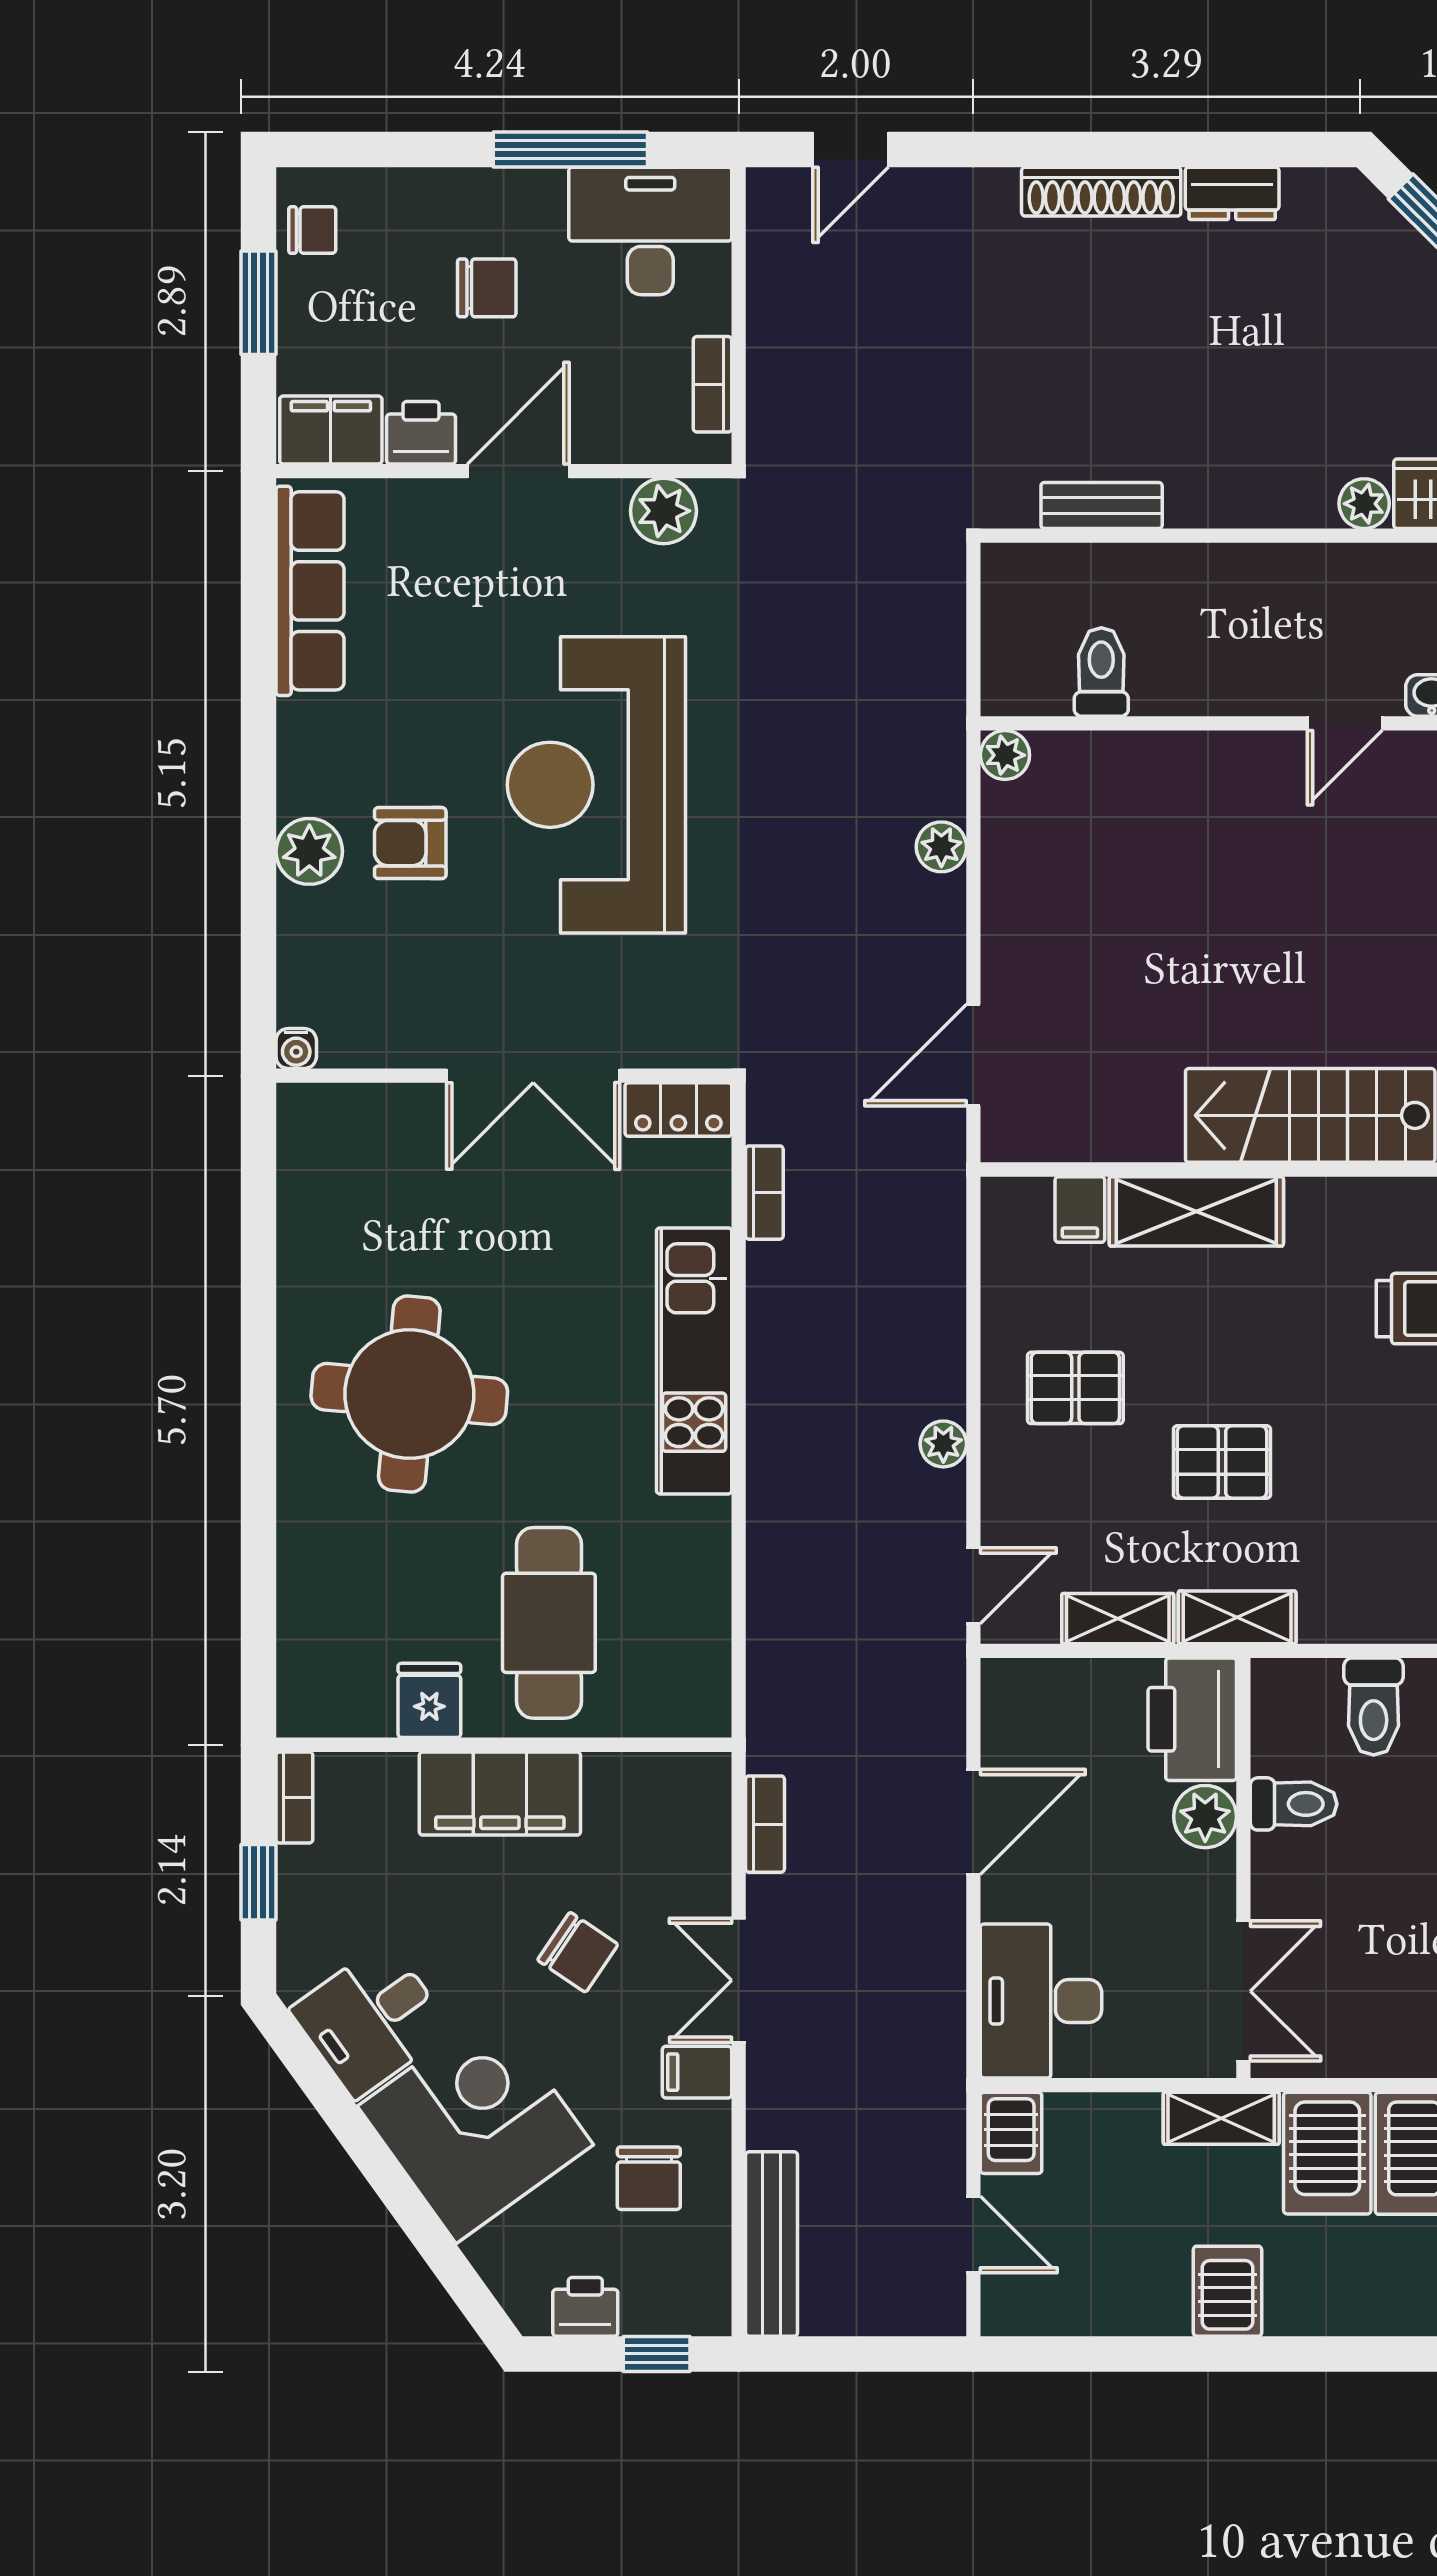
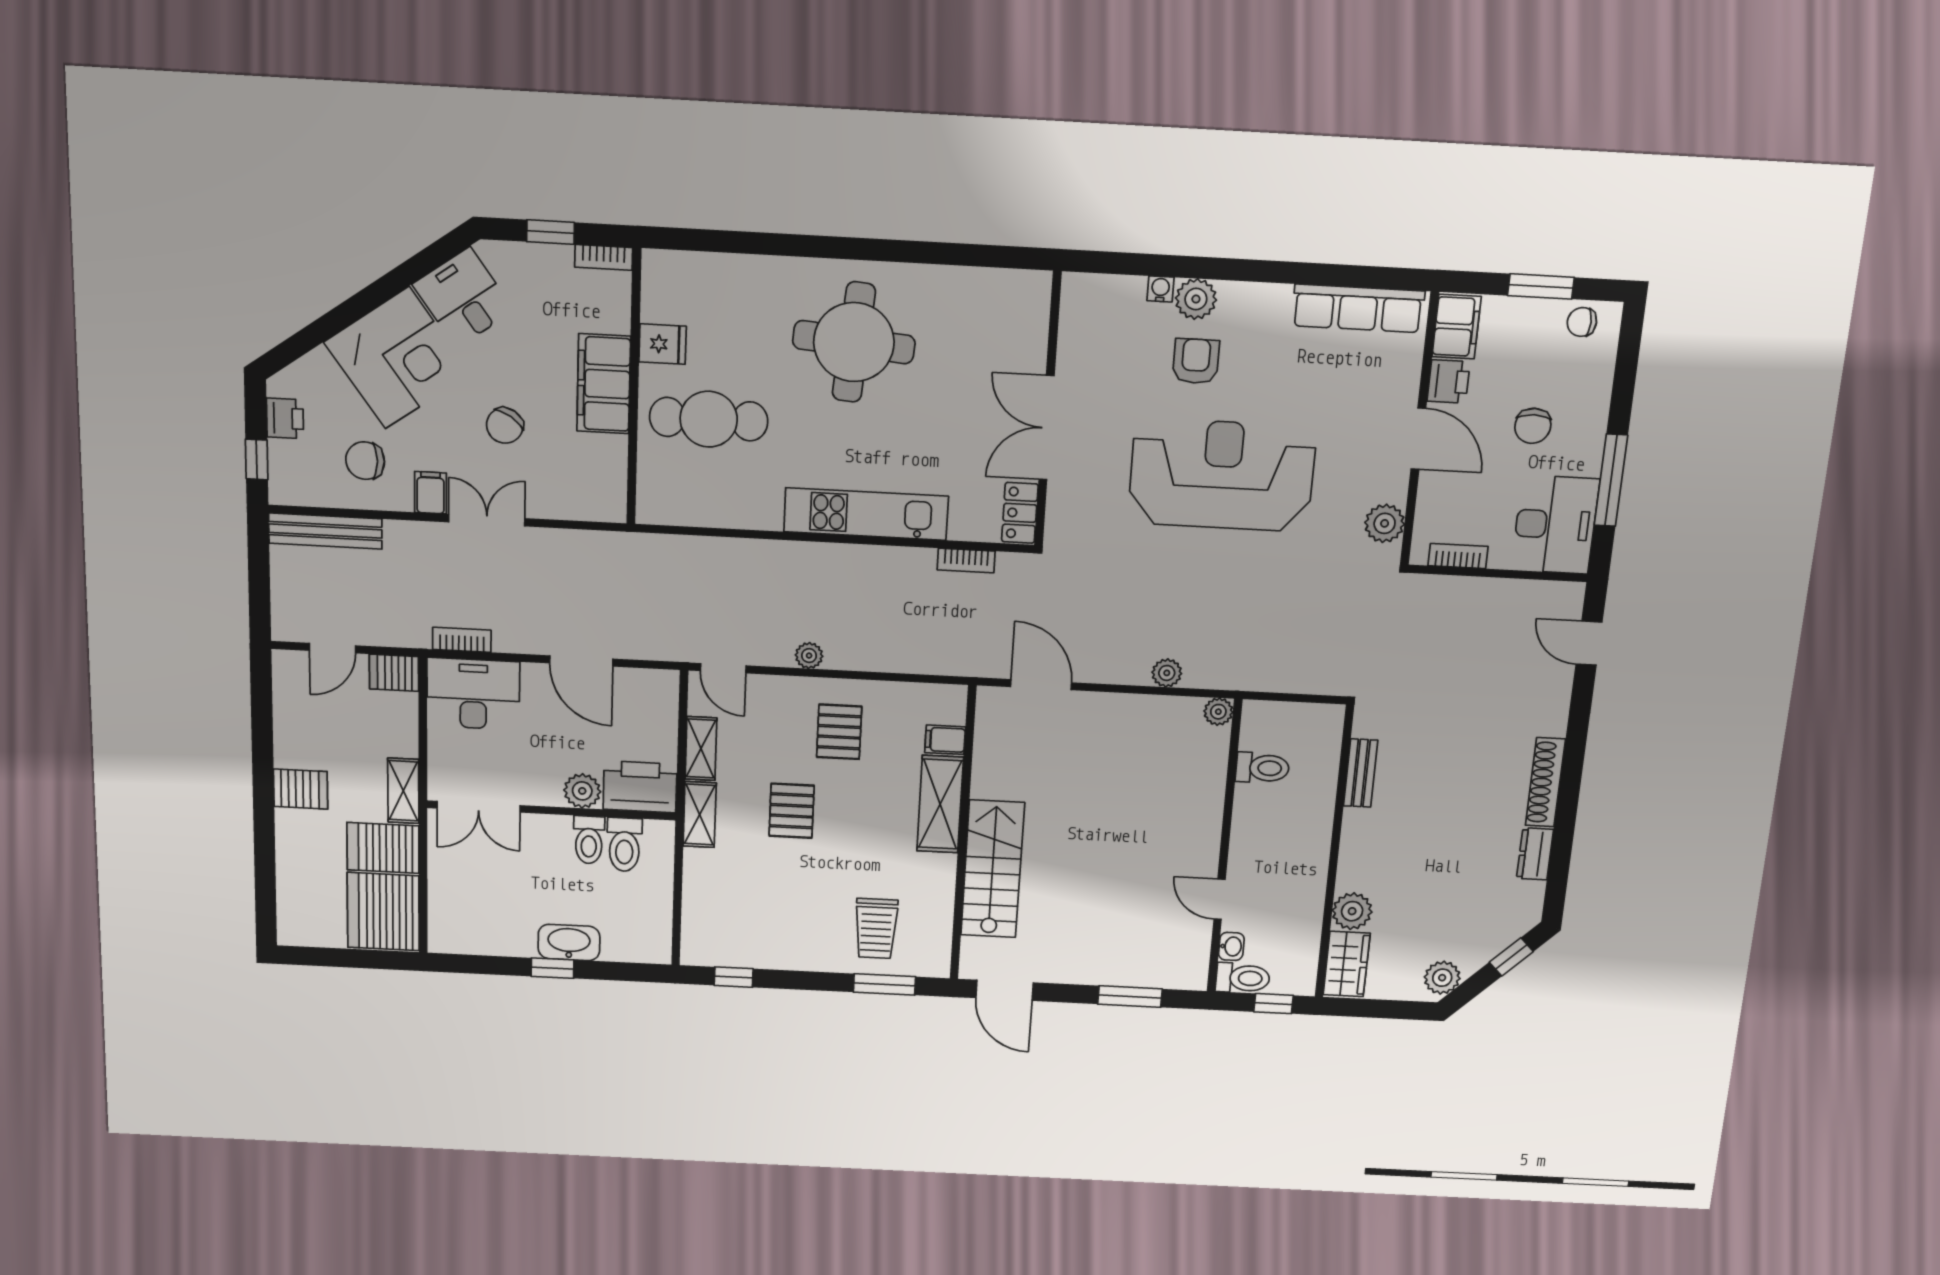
chair: (312, 230) -> (1582, 322), turned 90
plant: (1364, 504) -> (1352, 911), width x1.38, depth x1.38
water cooler: (296, 1048) -> (1160, 289), moved, turned 90
toilet: (1374, 1707) -> (624, 845), moved, turned -90
bookcase: (765, 1824) -> (462, 640), moved, turned 180

